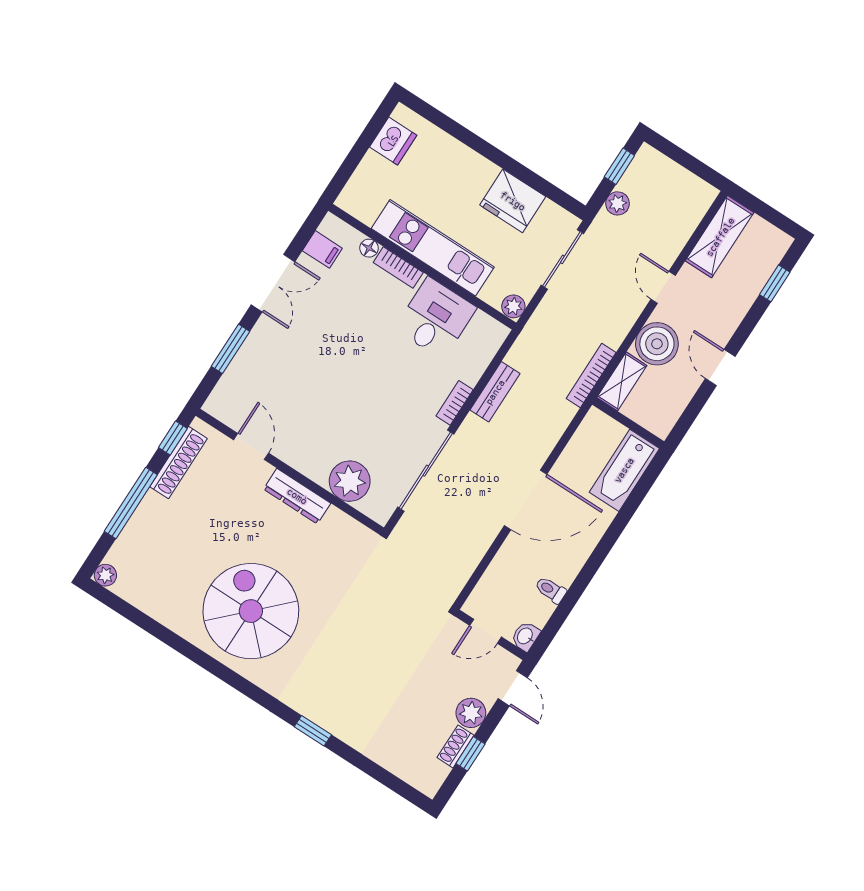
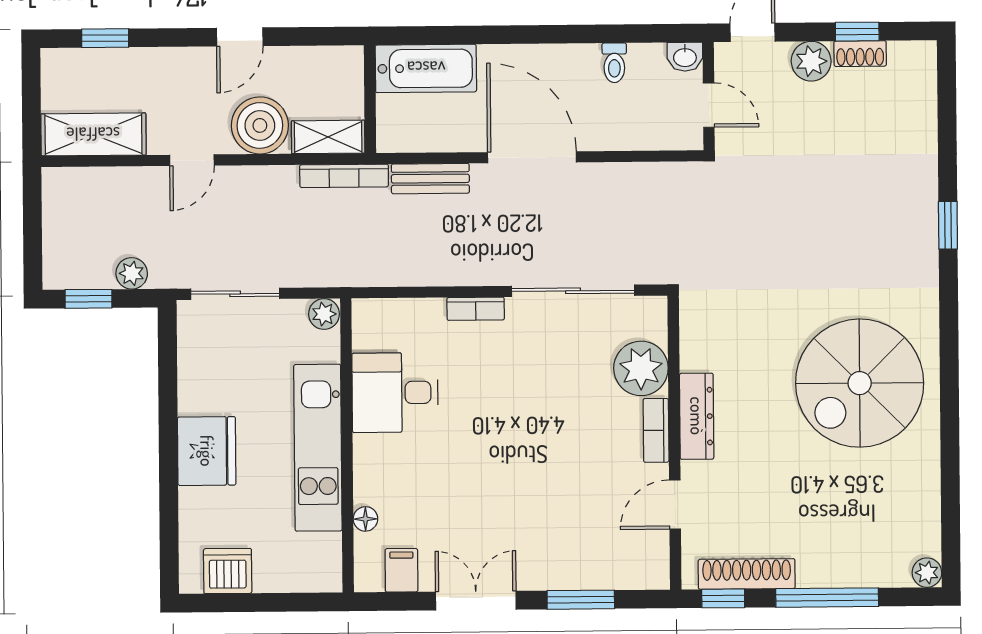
fridge: (513, 201) -> (207, 451), moved
bookcase: (398, 267) -> (656, 430), moved, turned 180
bench: (495, 392) -> (430, 179), moved

